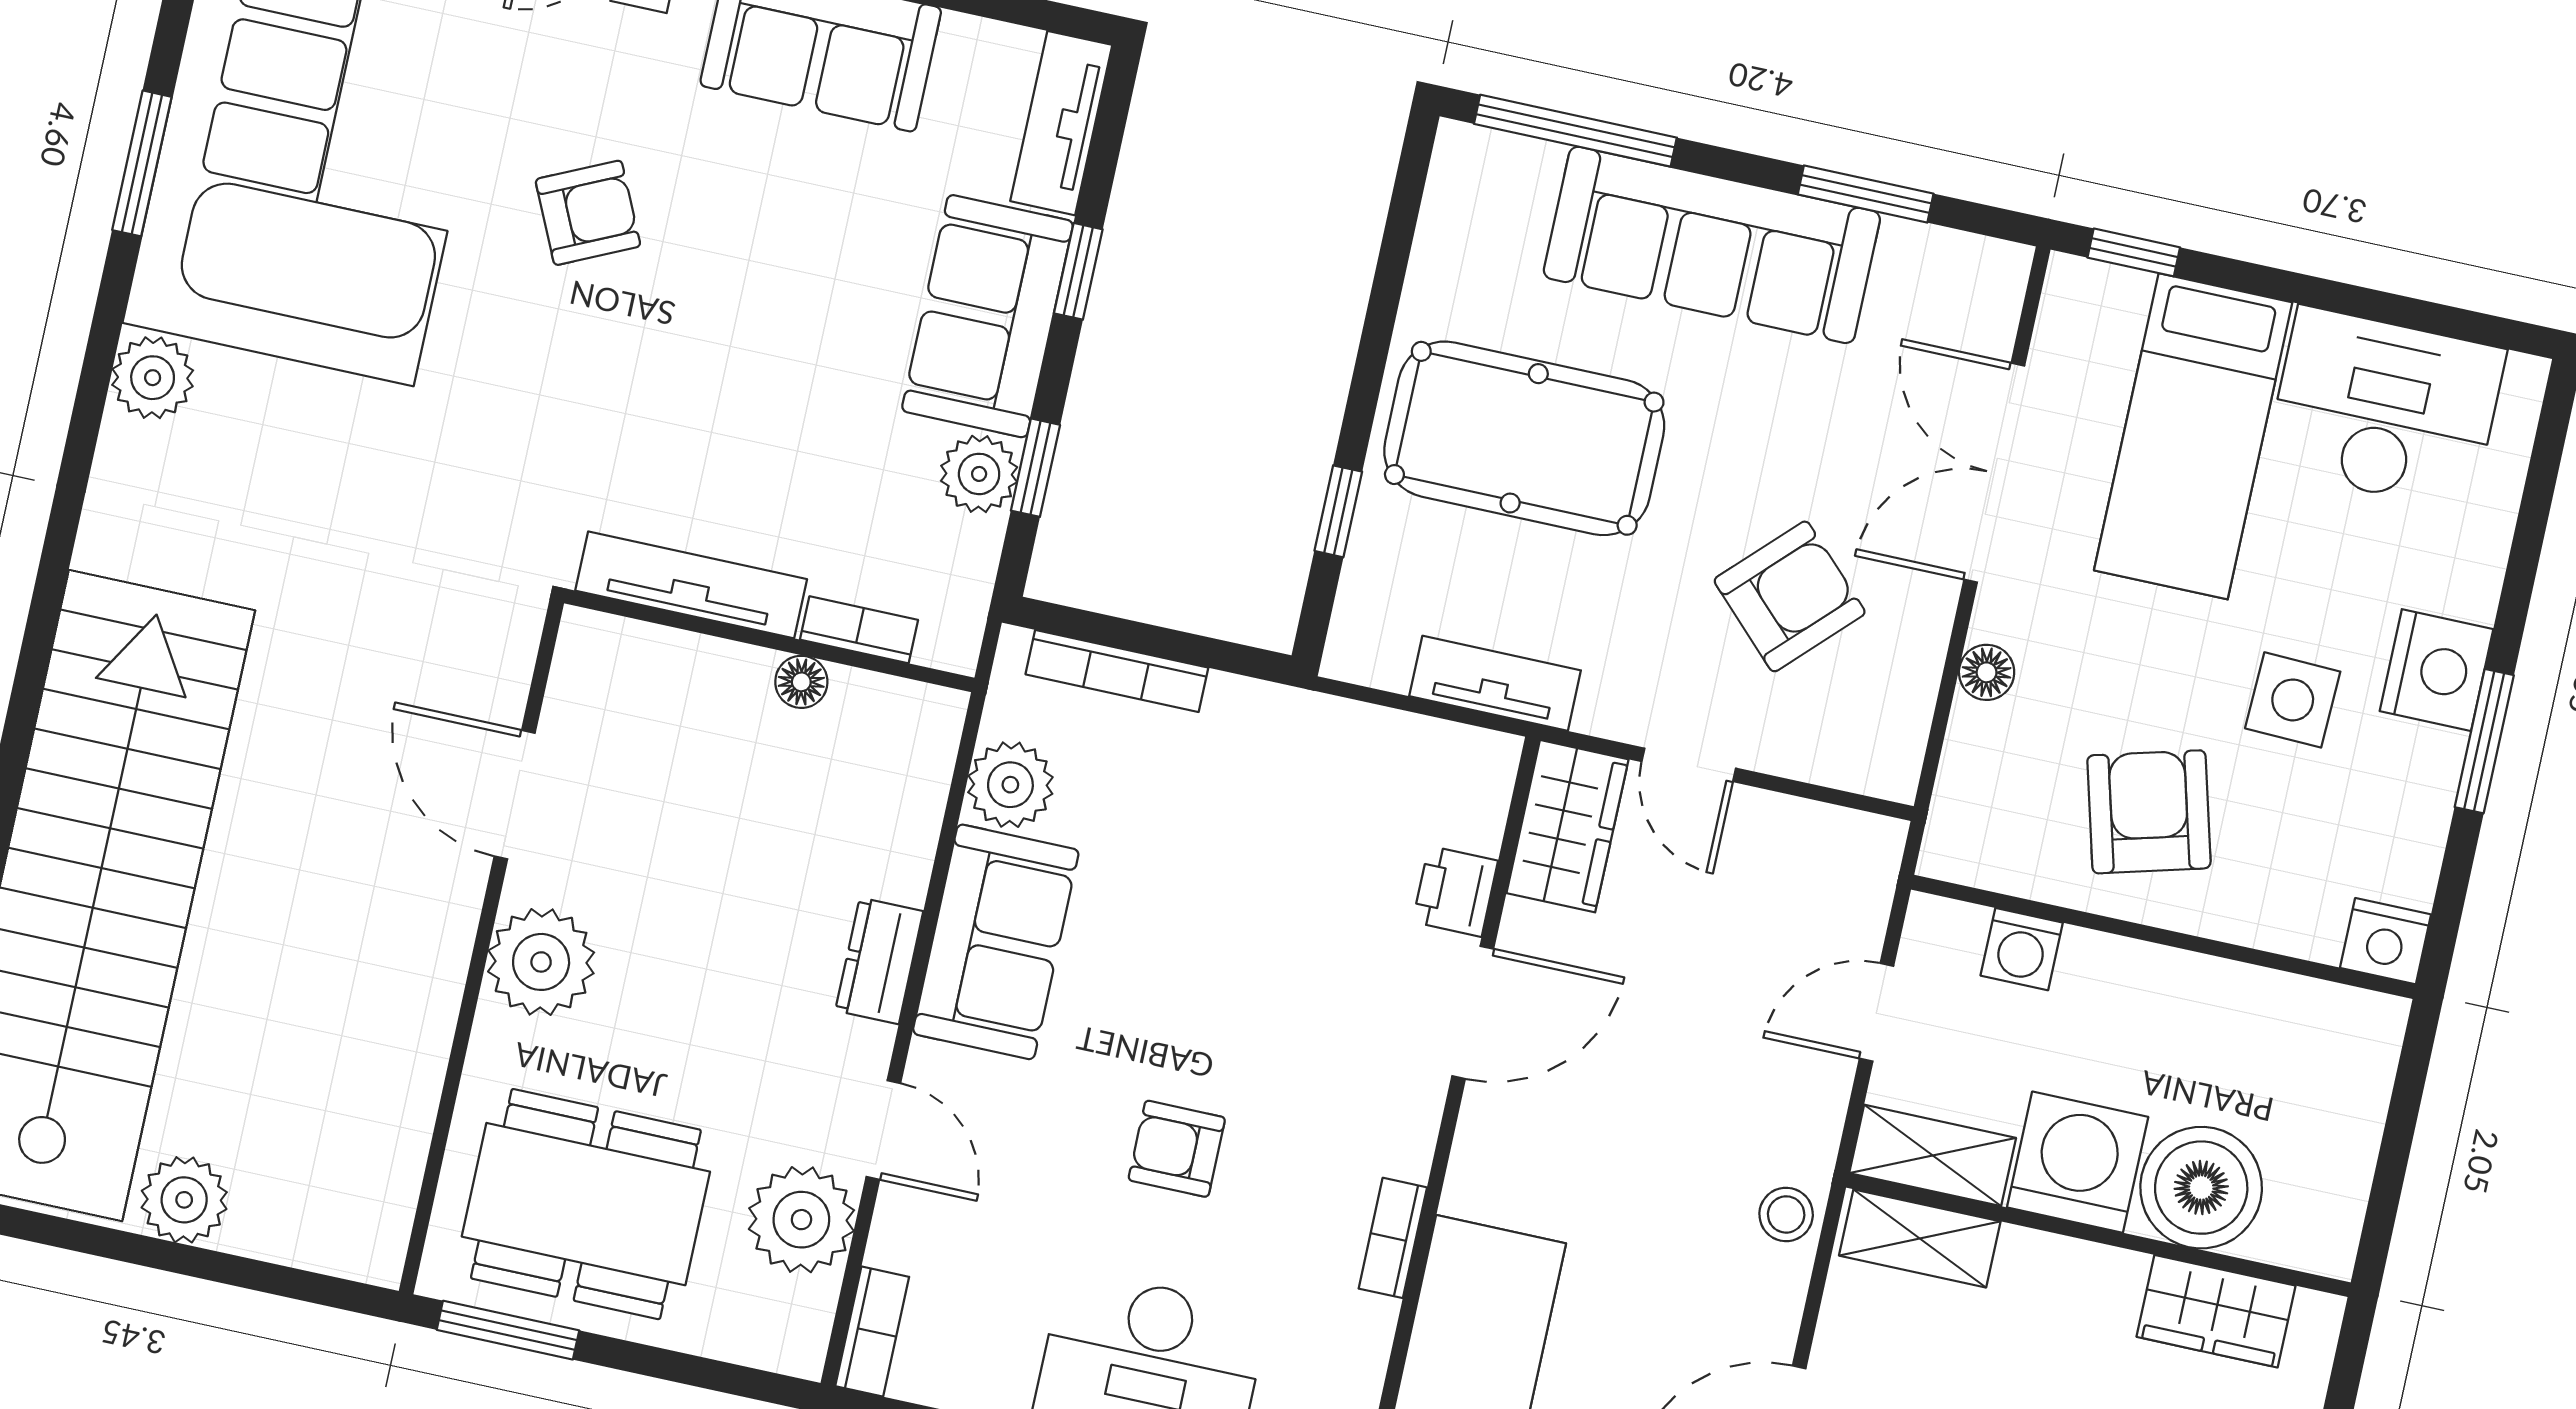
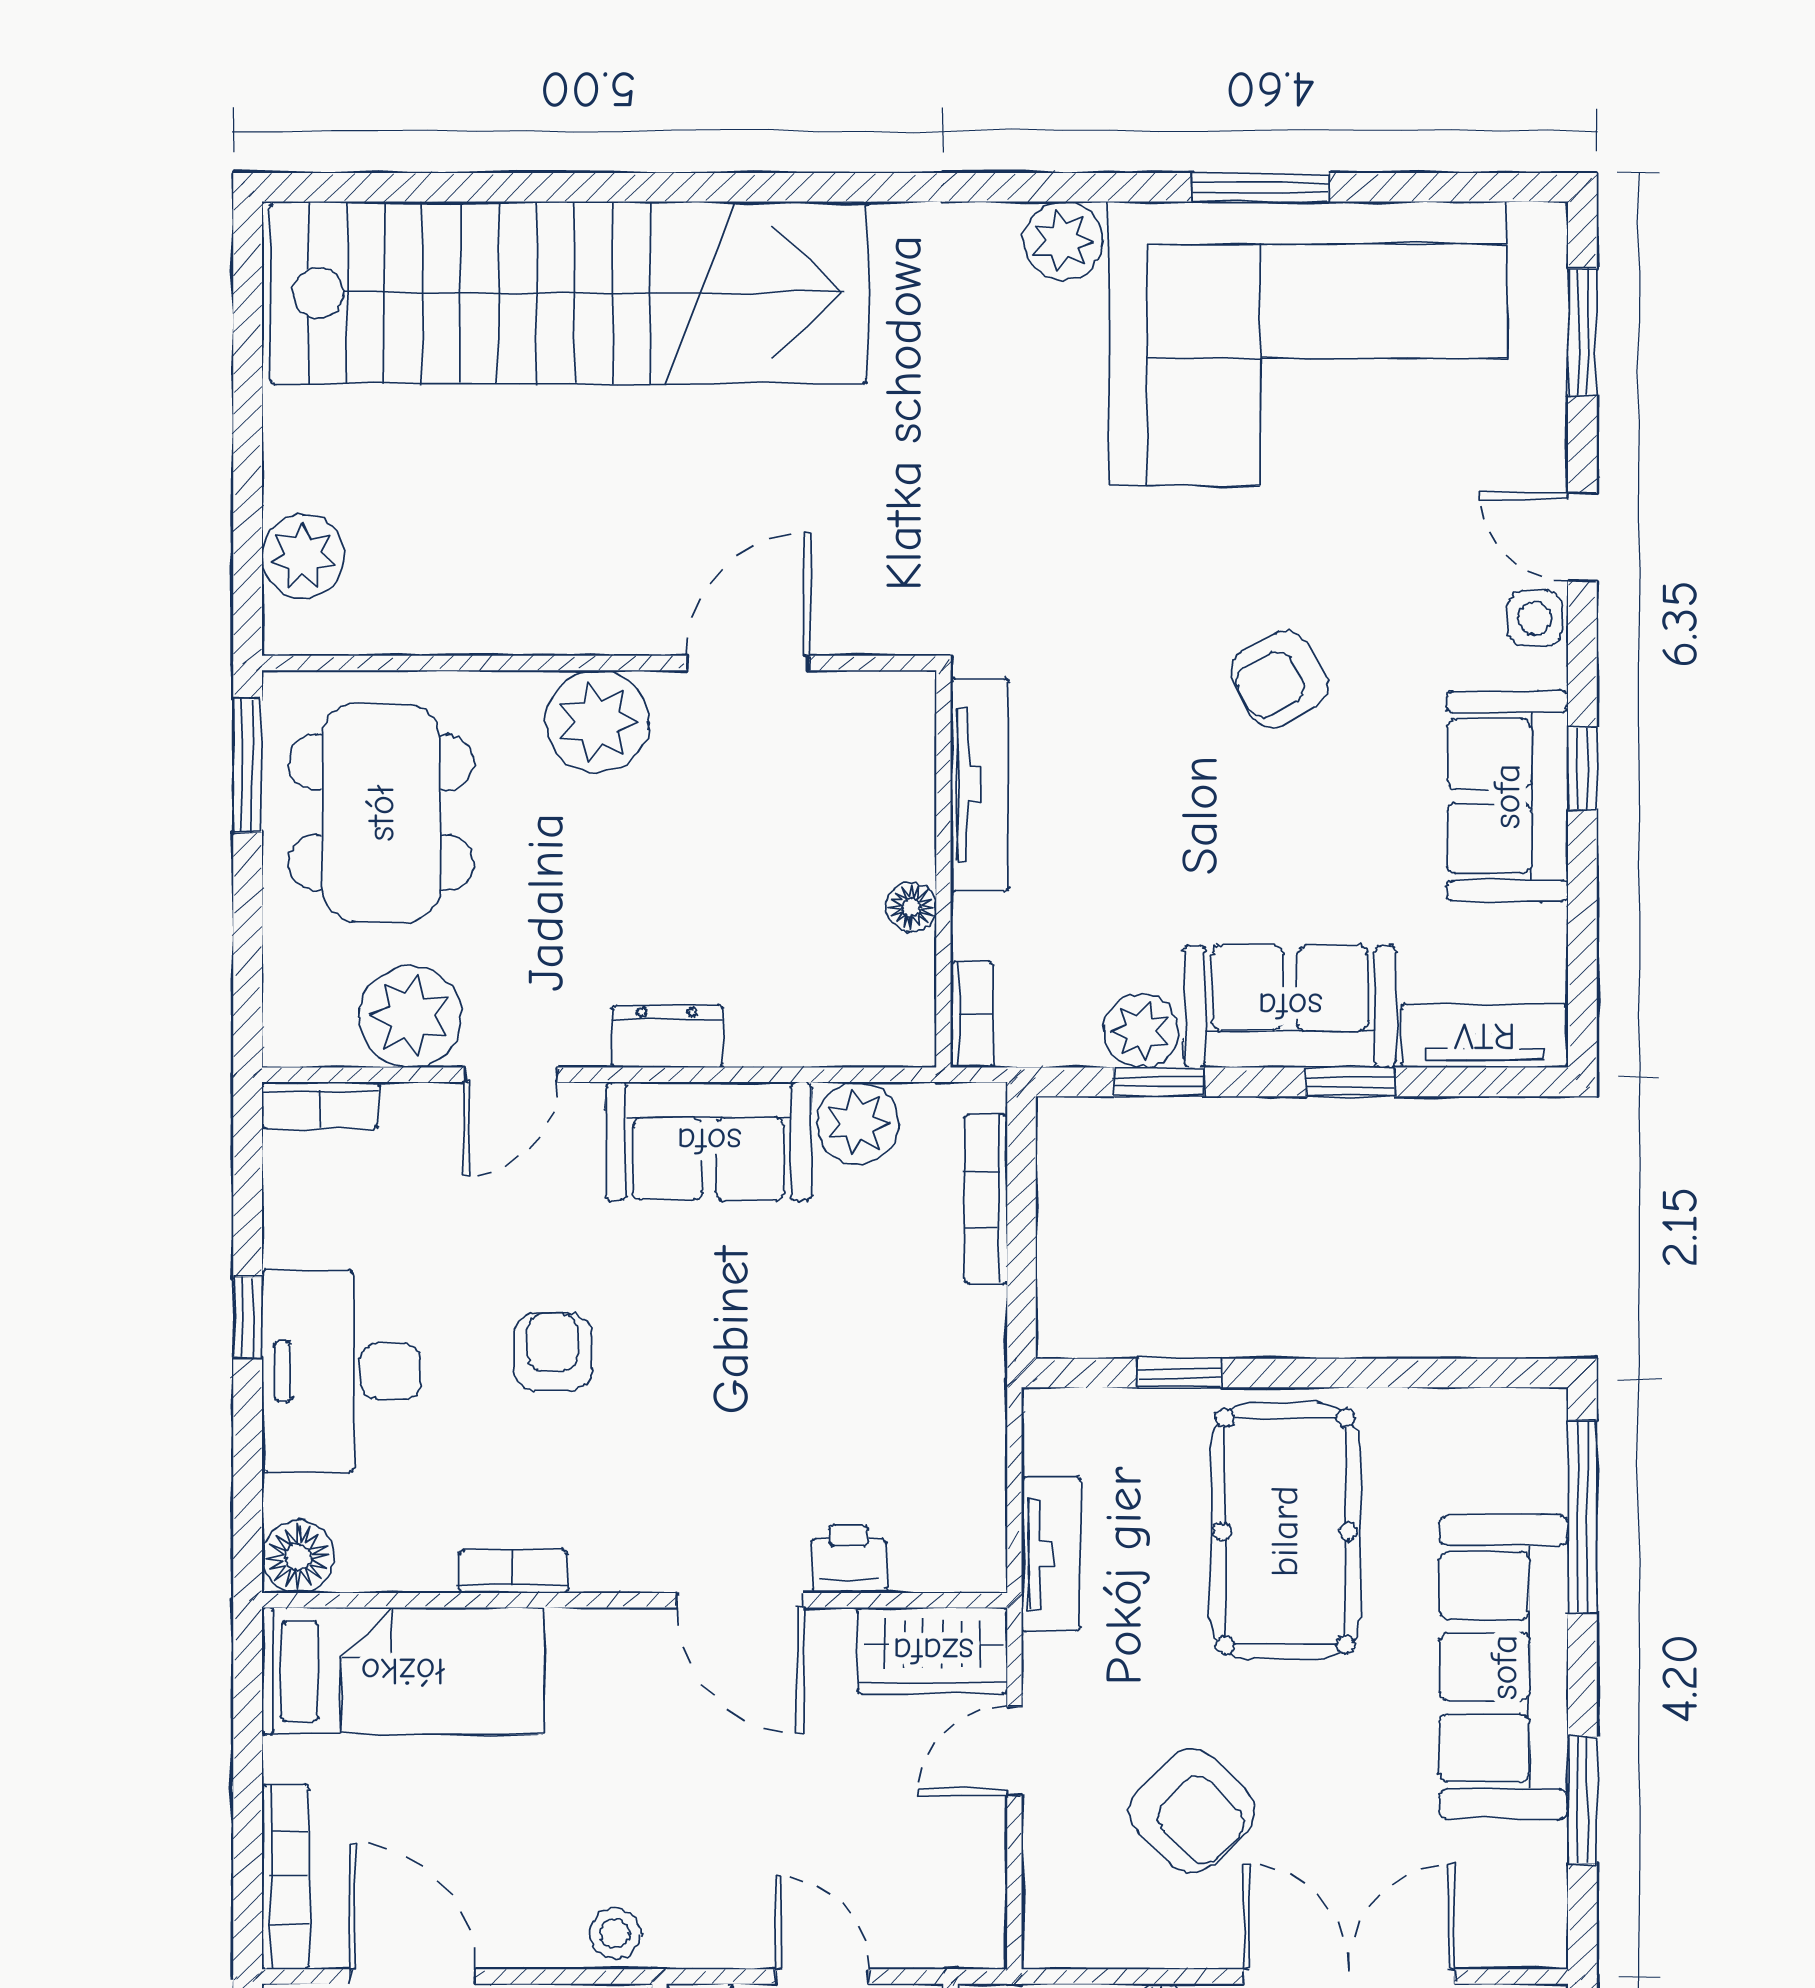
armchair: (588, 213) -> (1279, 680), moved, turned 86
bookcase: (859, 630) -> (972, 1015), moved
plant: (184, 1200) -> (303, 556), moved

